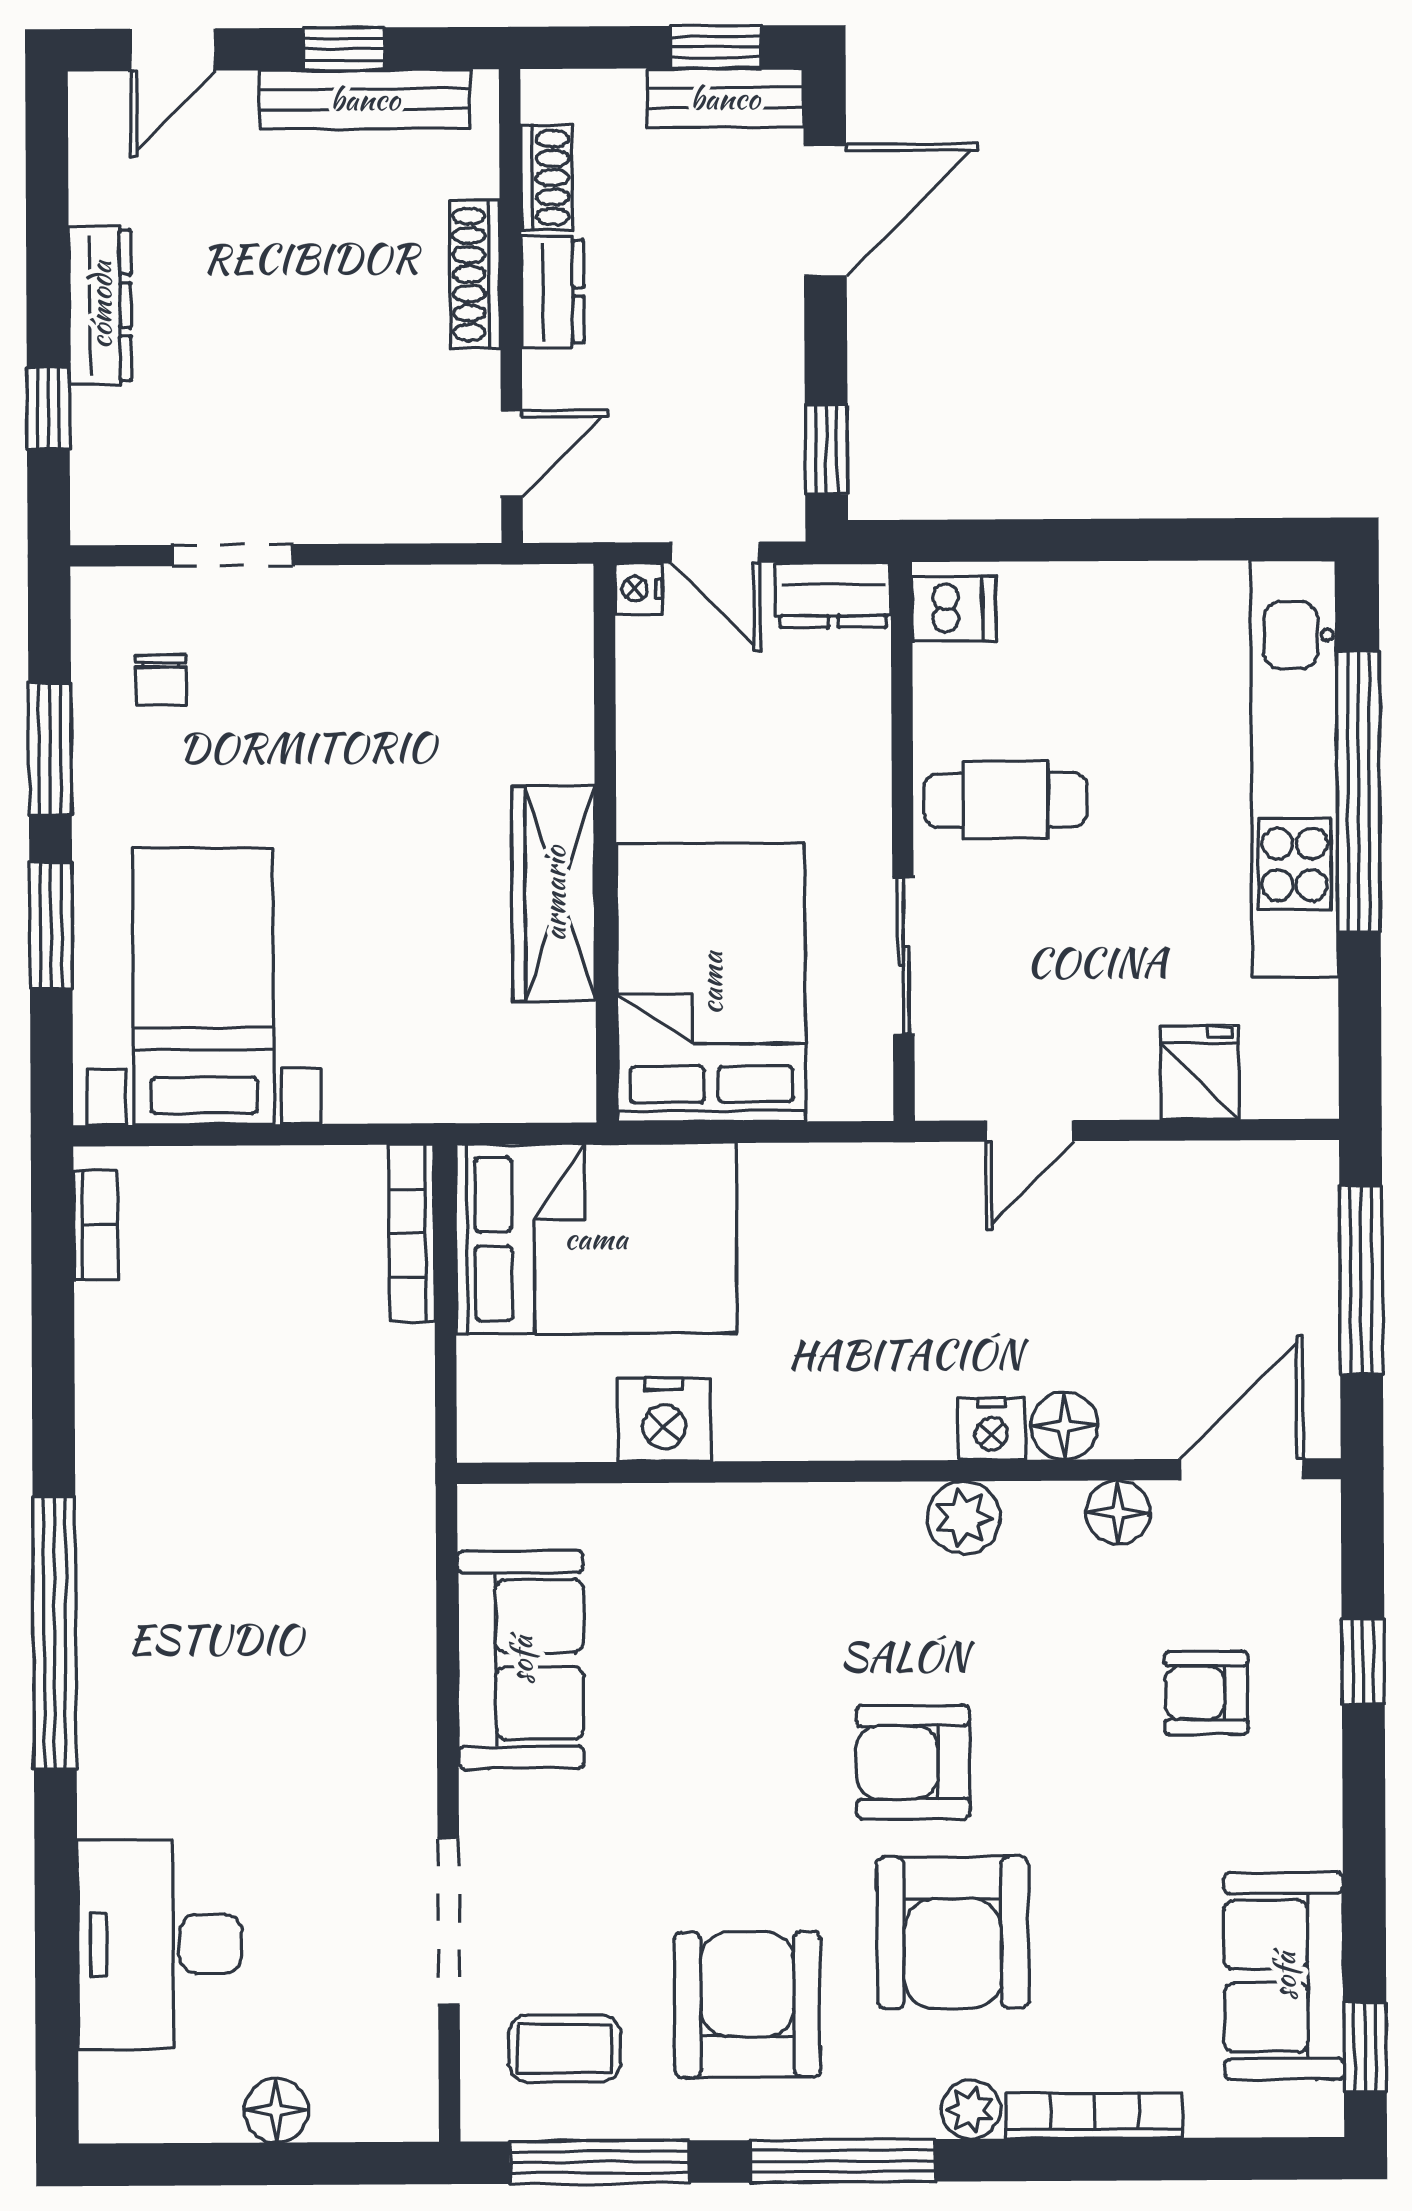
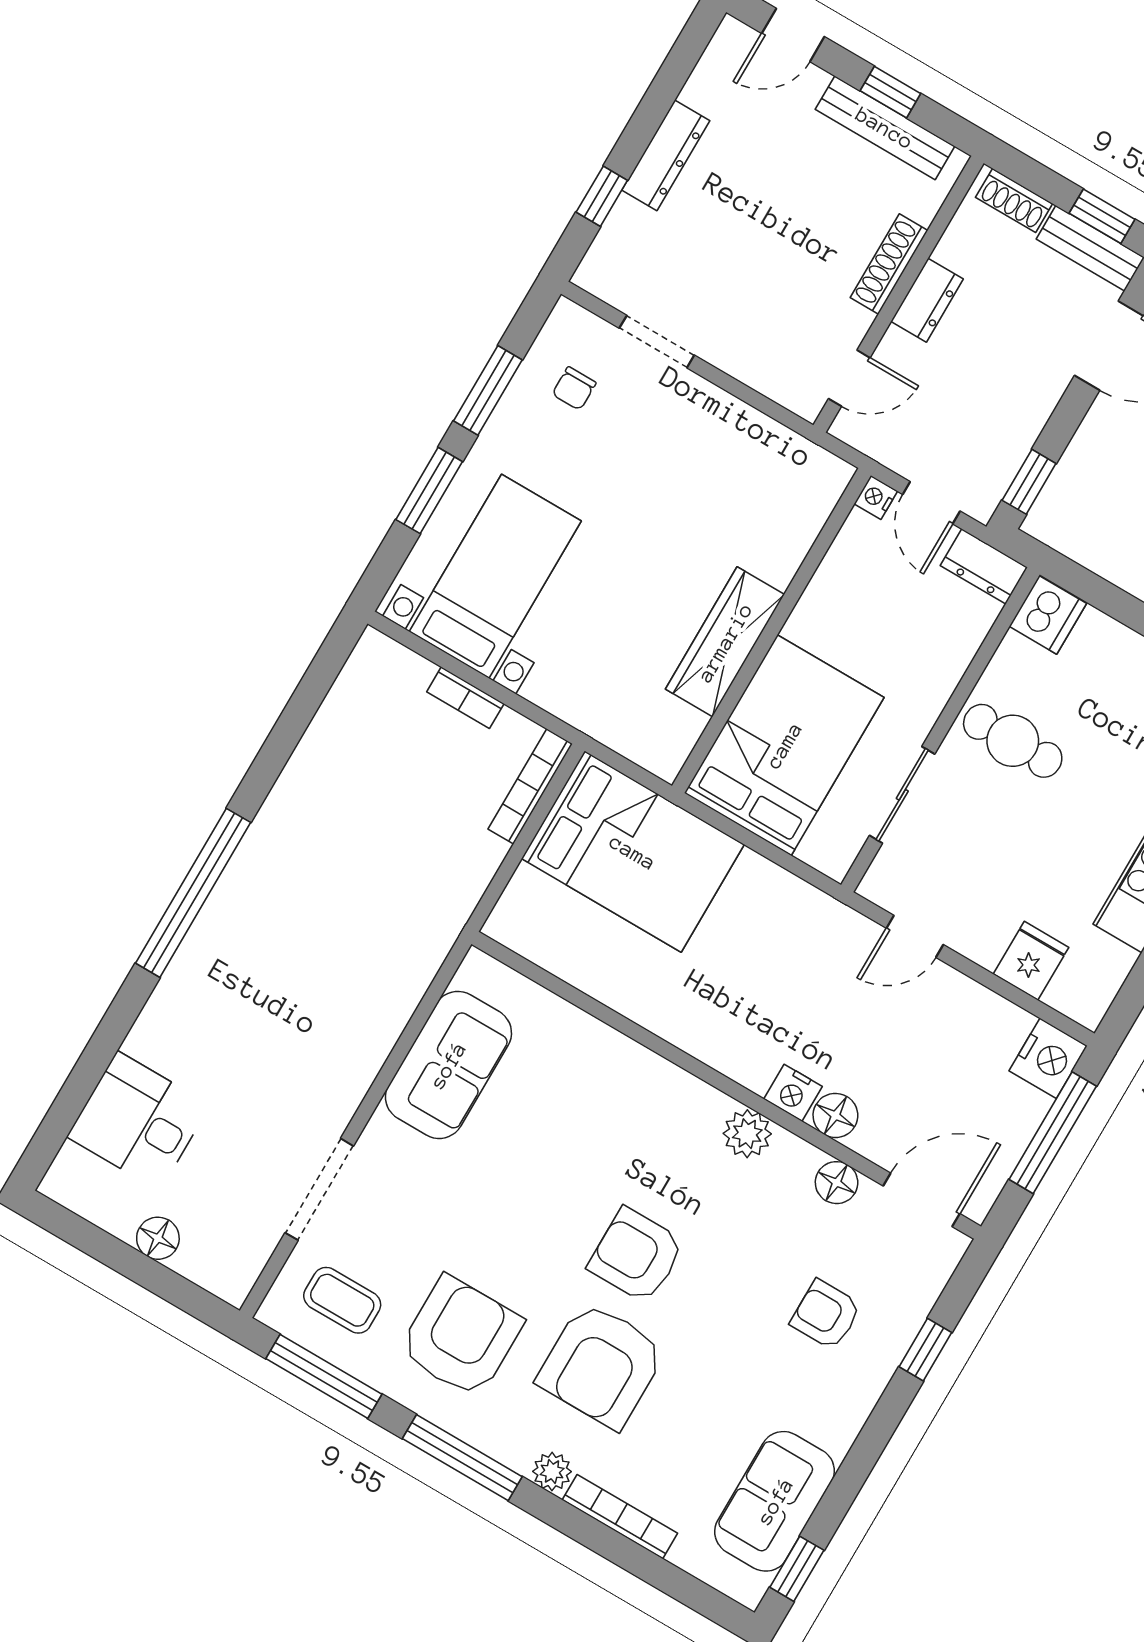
shoe rack: (546, 178) -> (1014, 200), moved, turned 90
dishwasher: (954, 609) -> (1048, 615), width x1.38
bookcase: (96, 1225) -> (465, 698), moved, turned 90
nightstand: (664, 1420) -> (1048, 1058), moved, turned -90
desk: (160, 1944) -> (138, 1121), width x0.73

